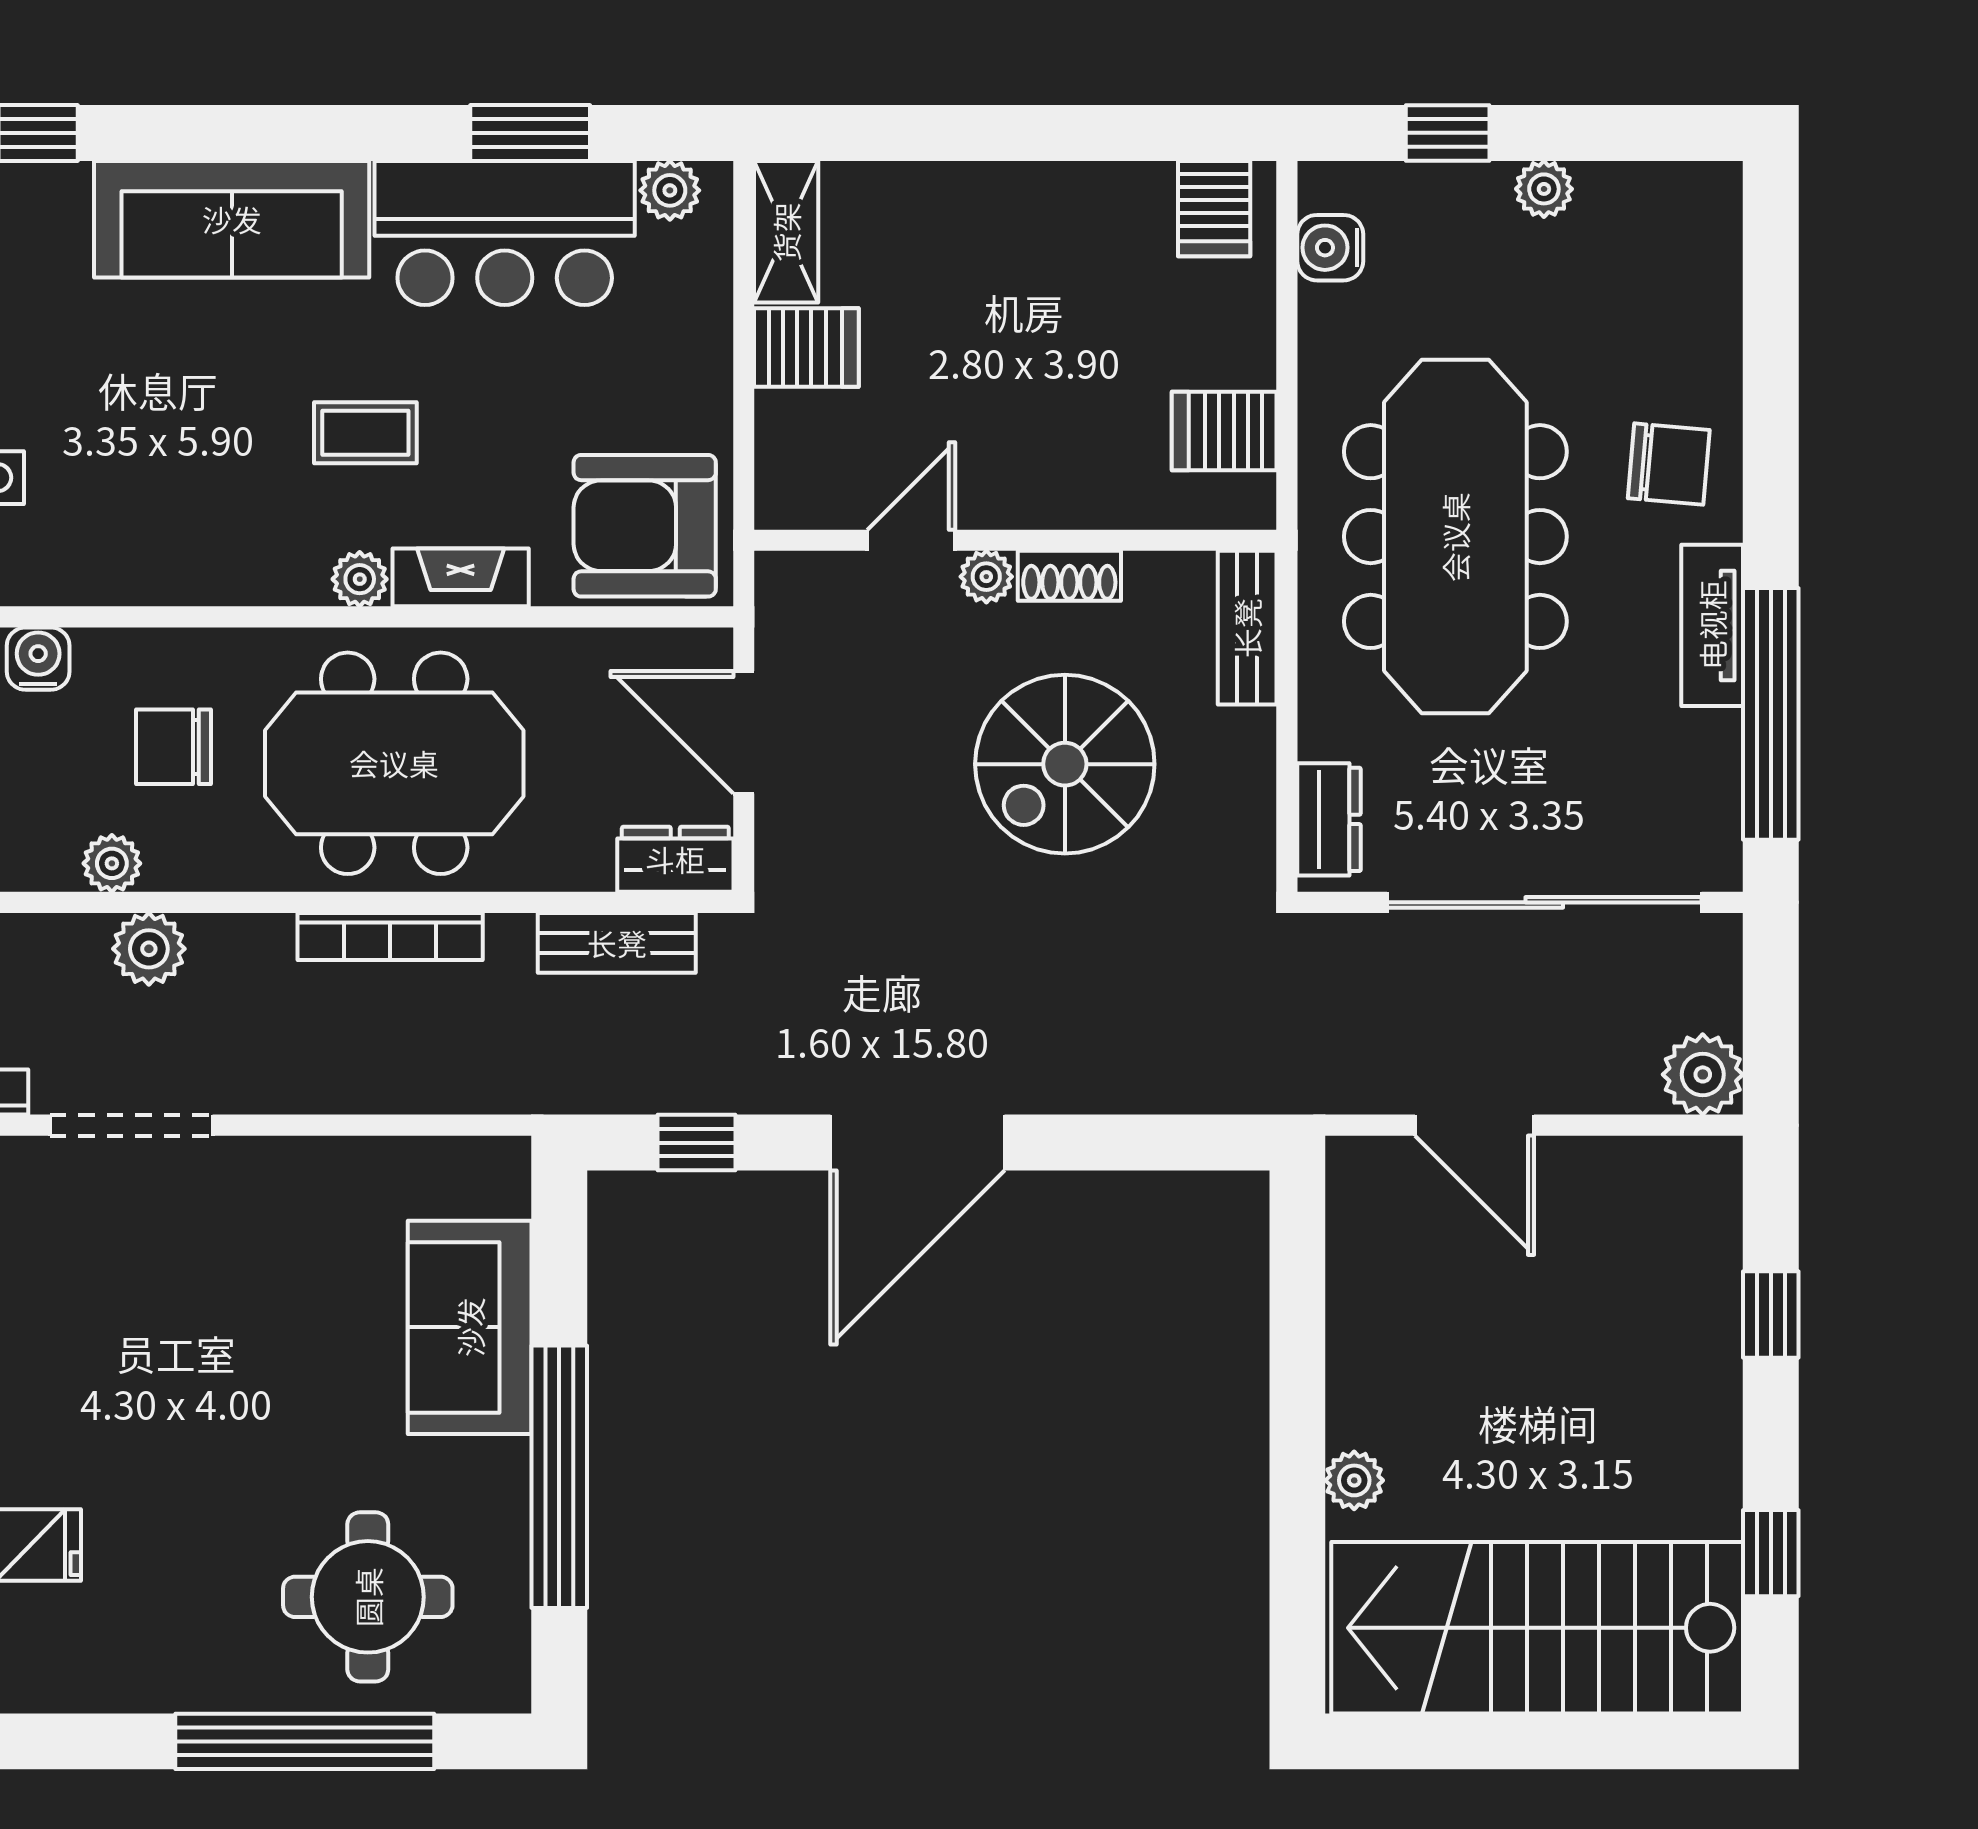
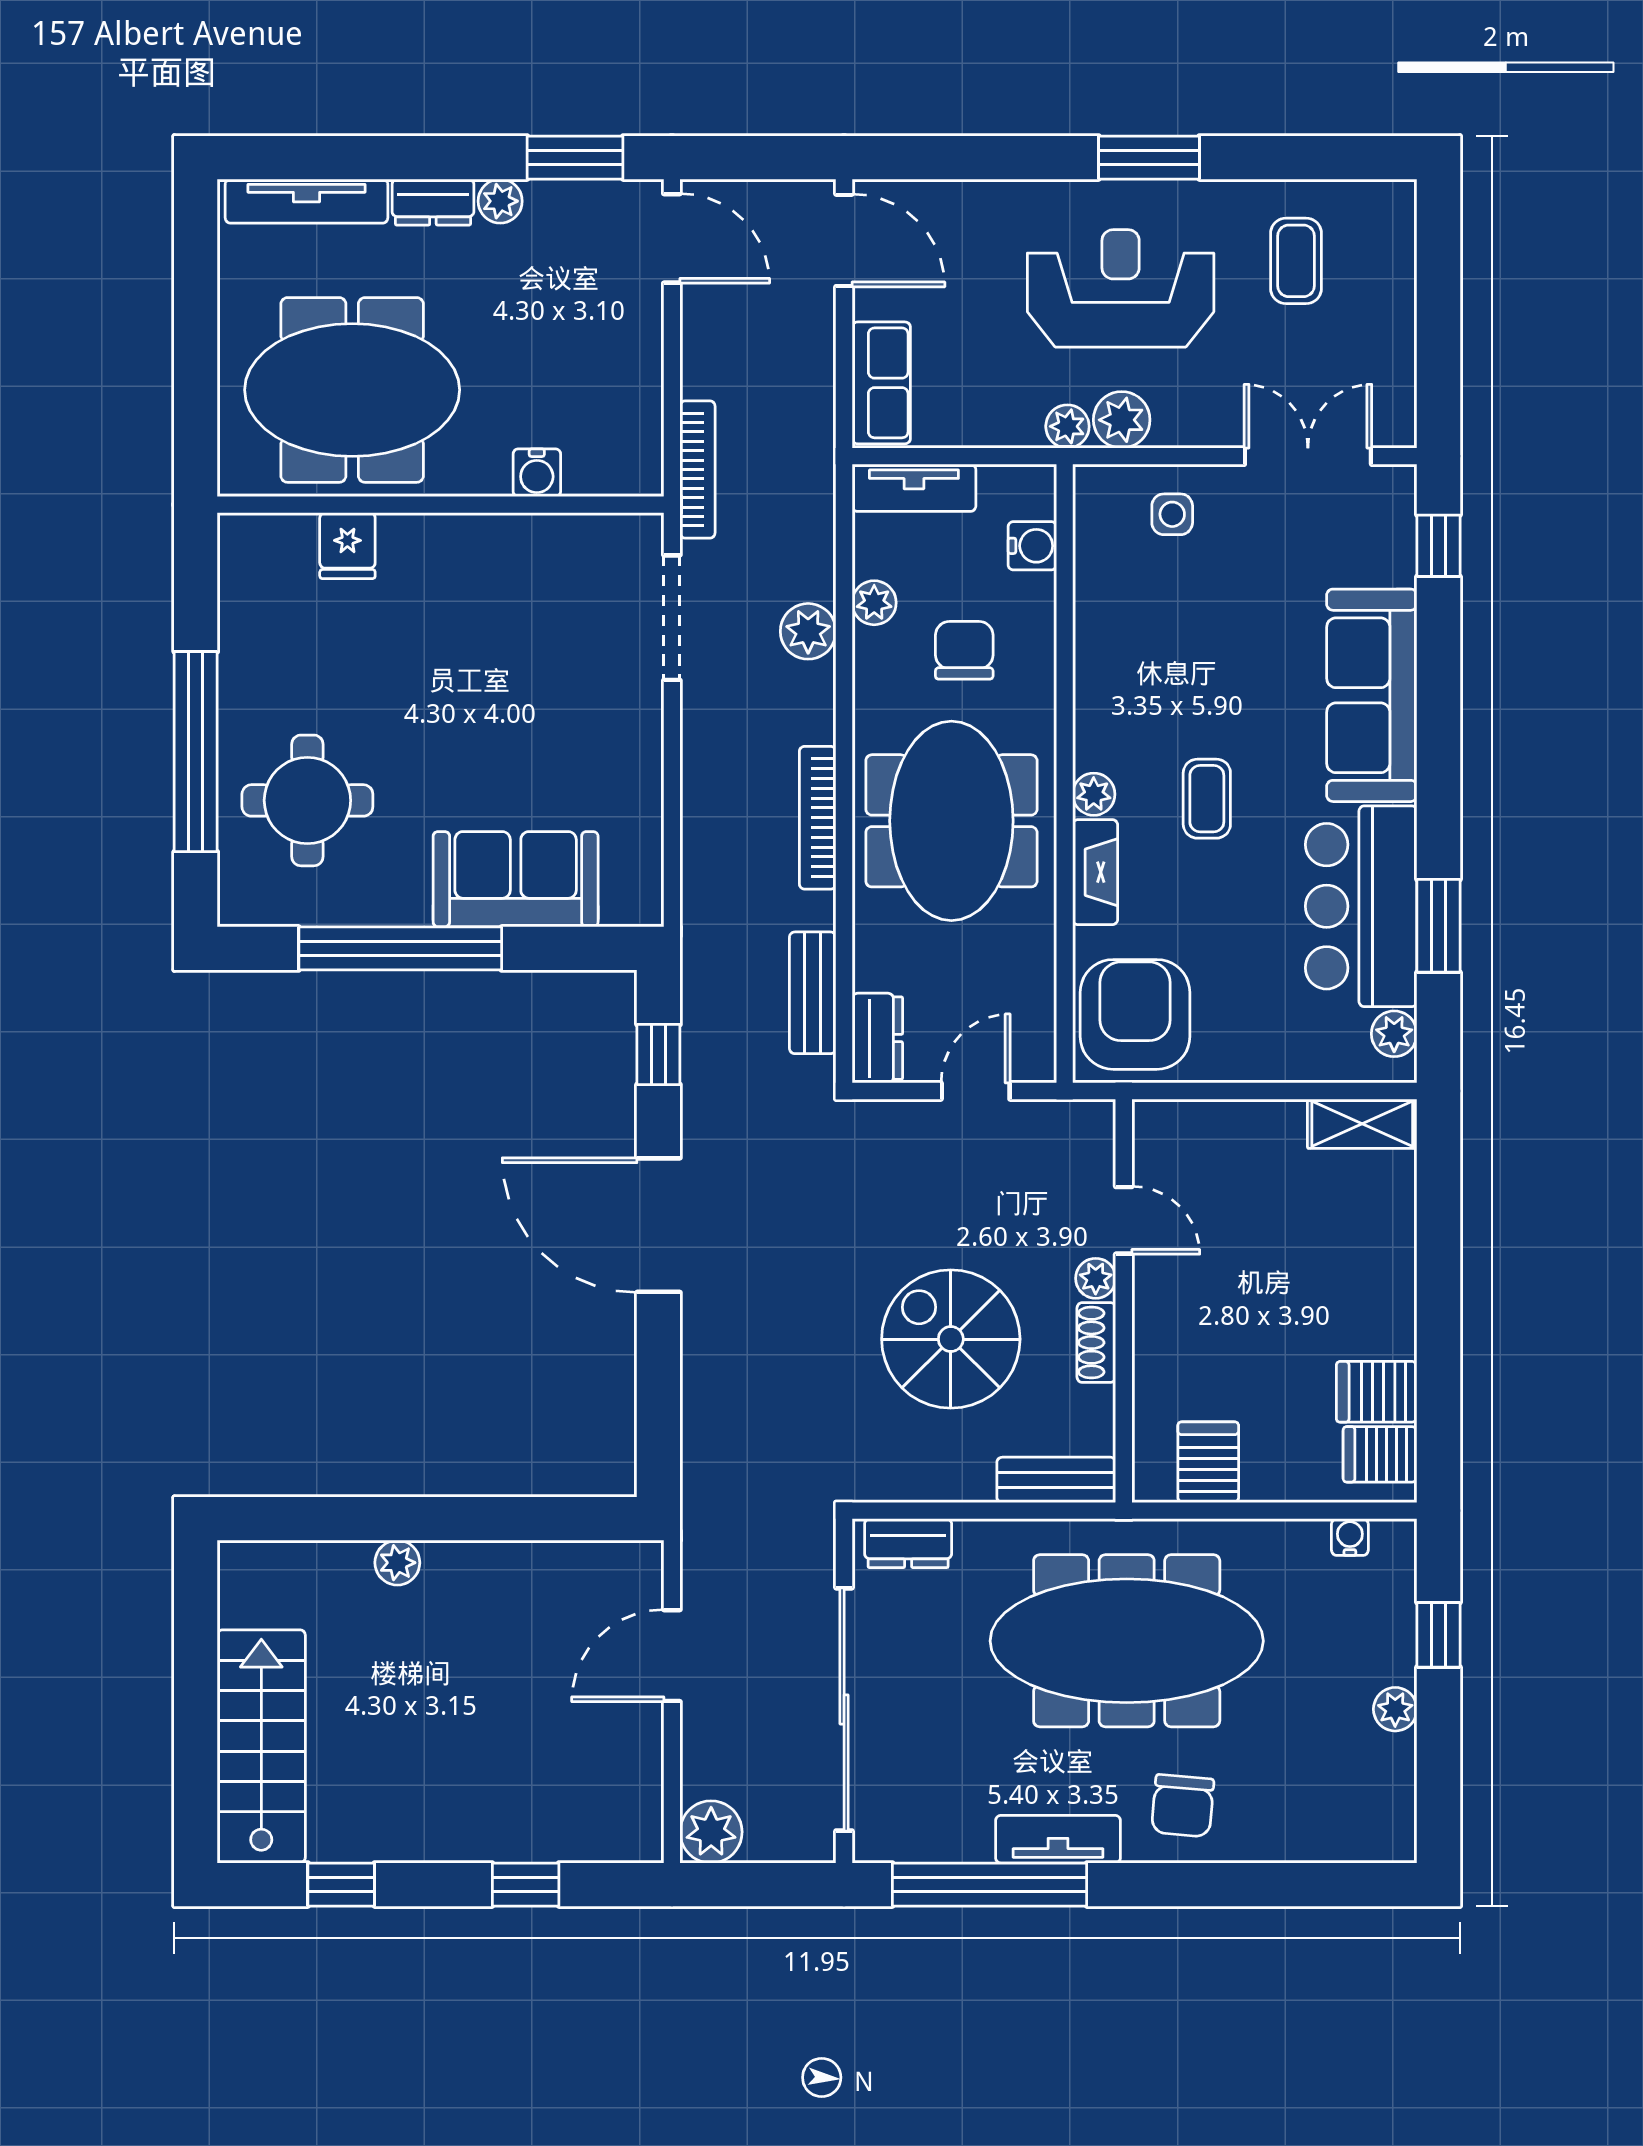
water cooler: (1330, 248) -> (1350, 1537), width x0.72, depth x0.72
server rack: (806, 347) -> (1377, 1392), moved, turned 90
door: (744, 732) -> (976, 1091), width x0.73
stairs: (1537, 1628) -> (261, 1746), width x0.73, depth x0.66

